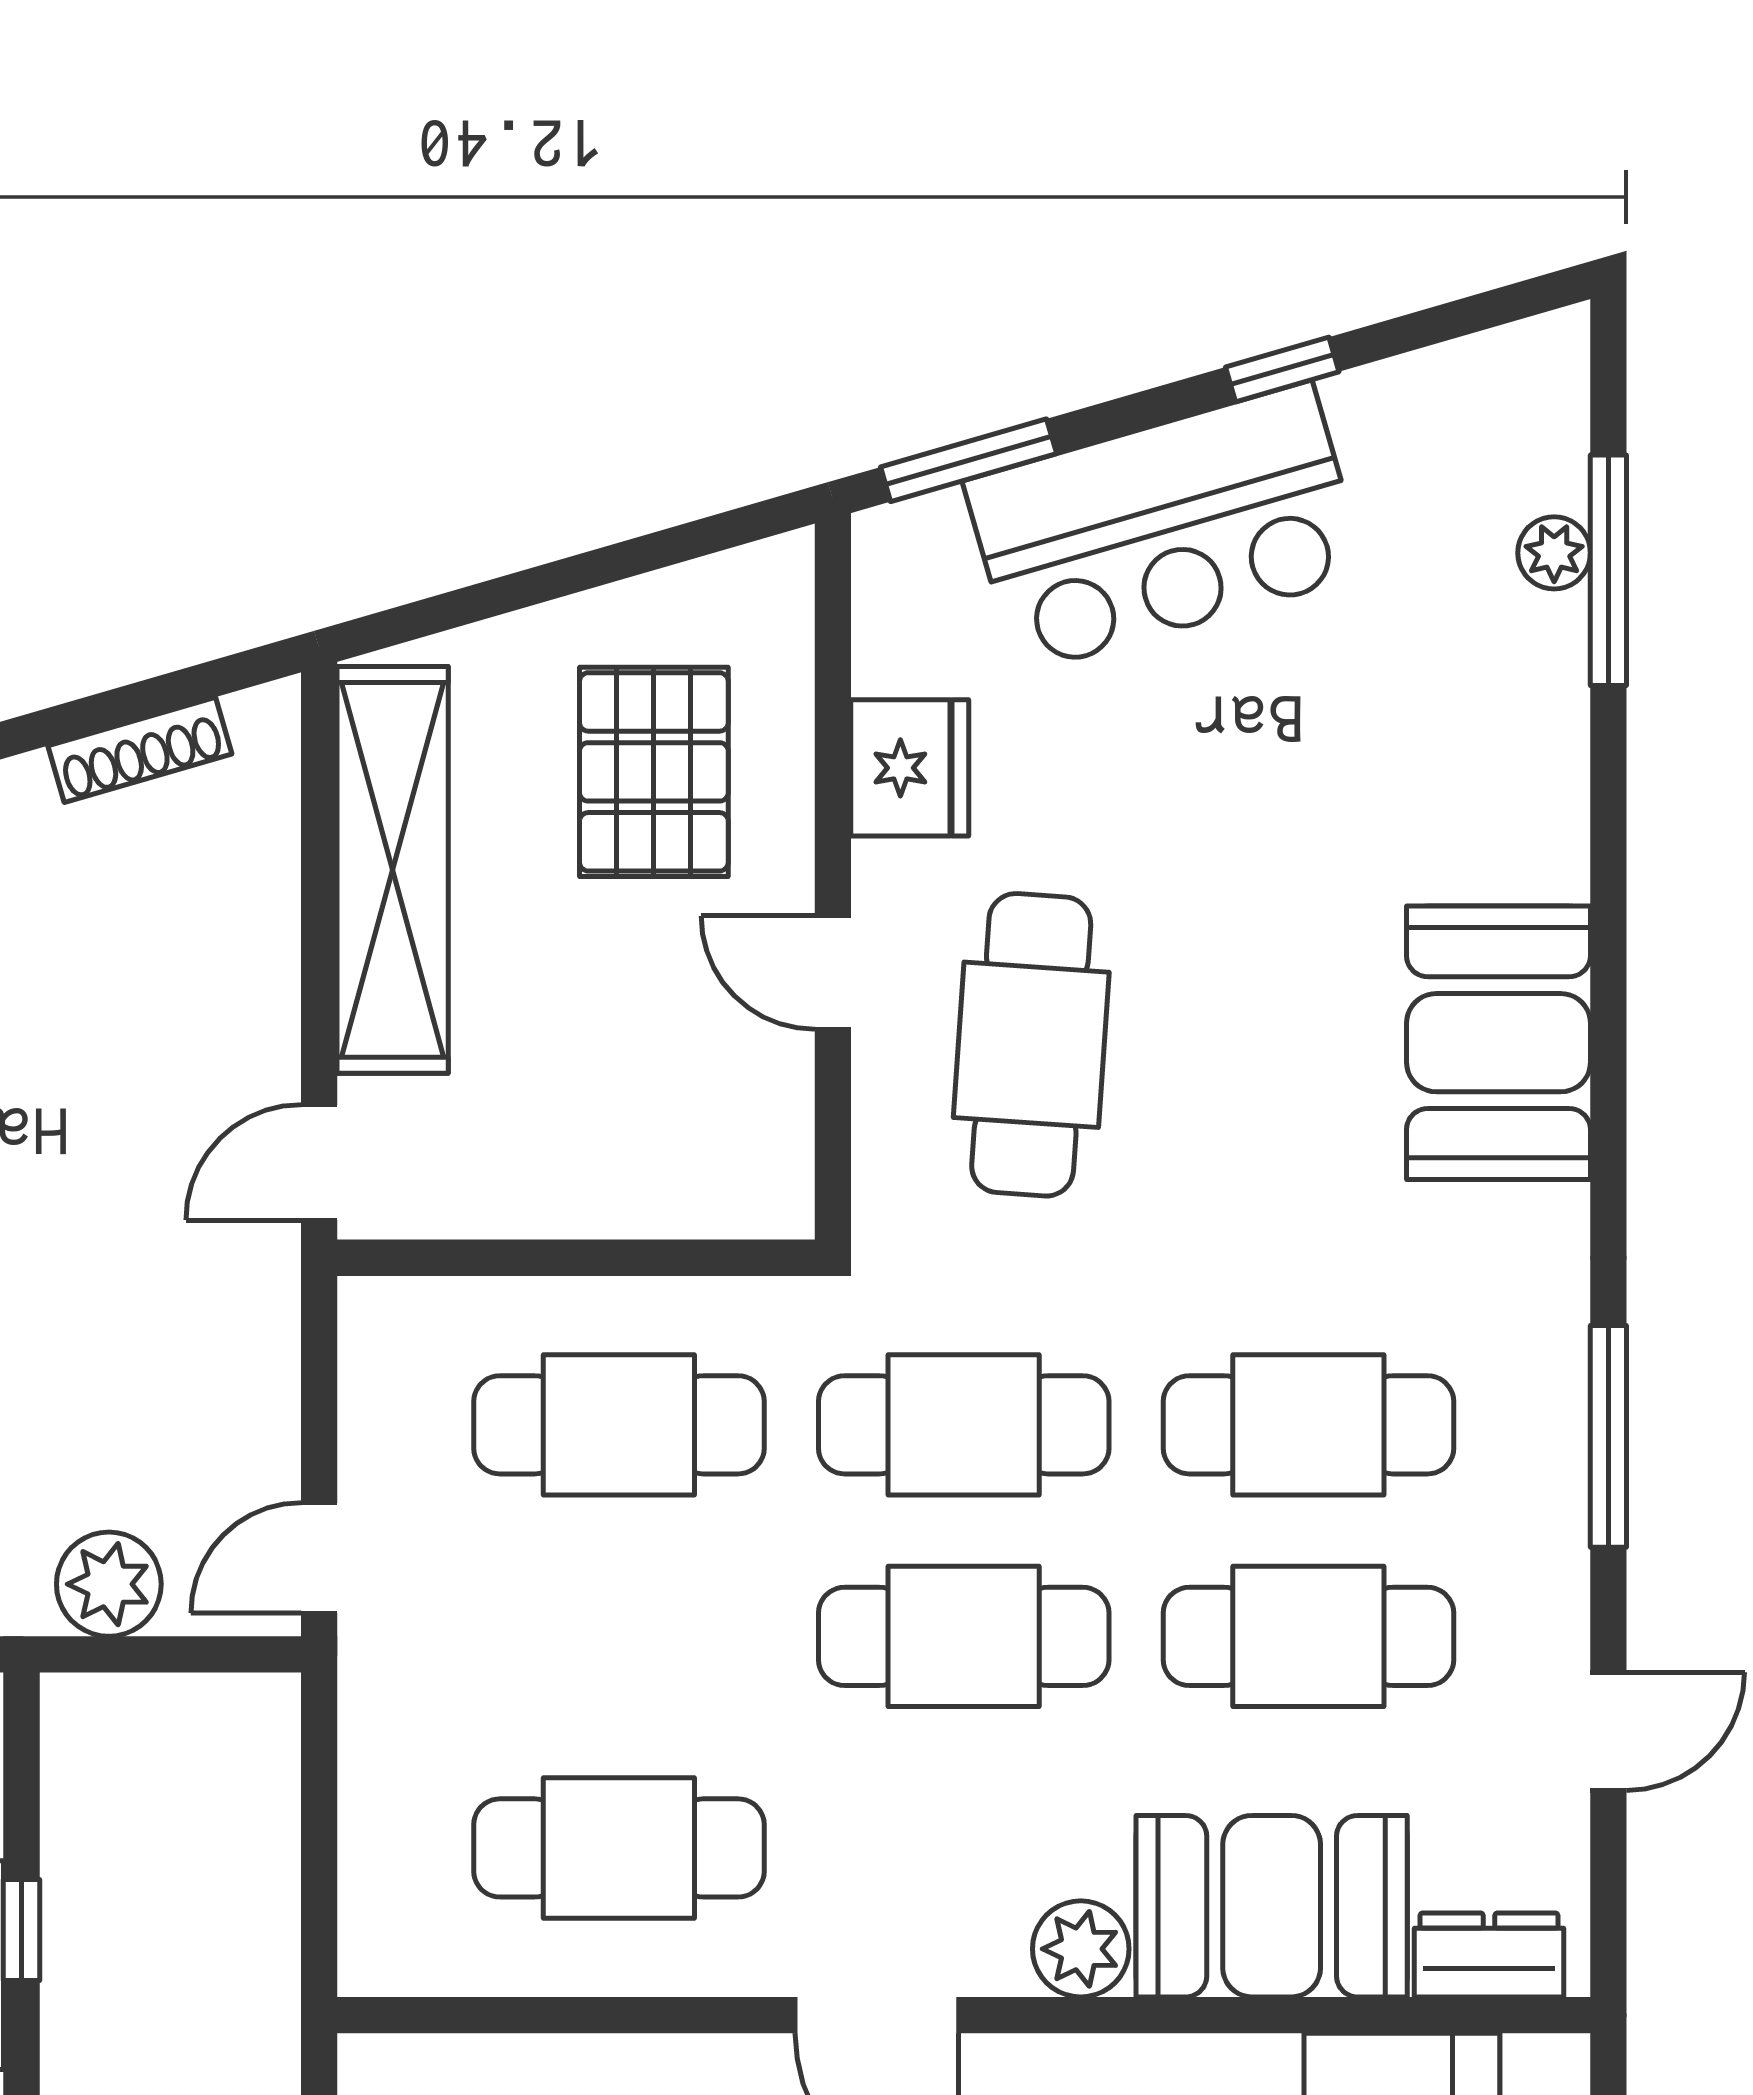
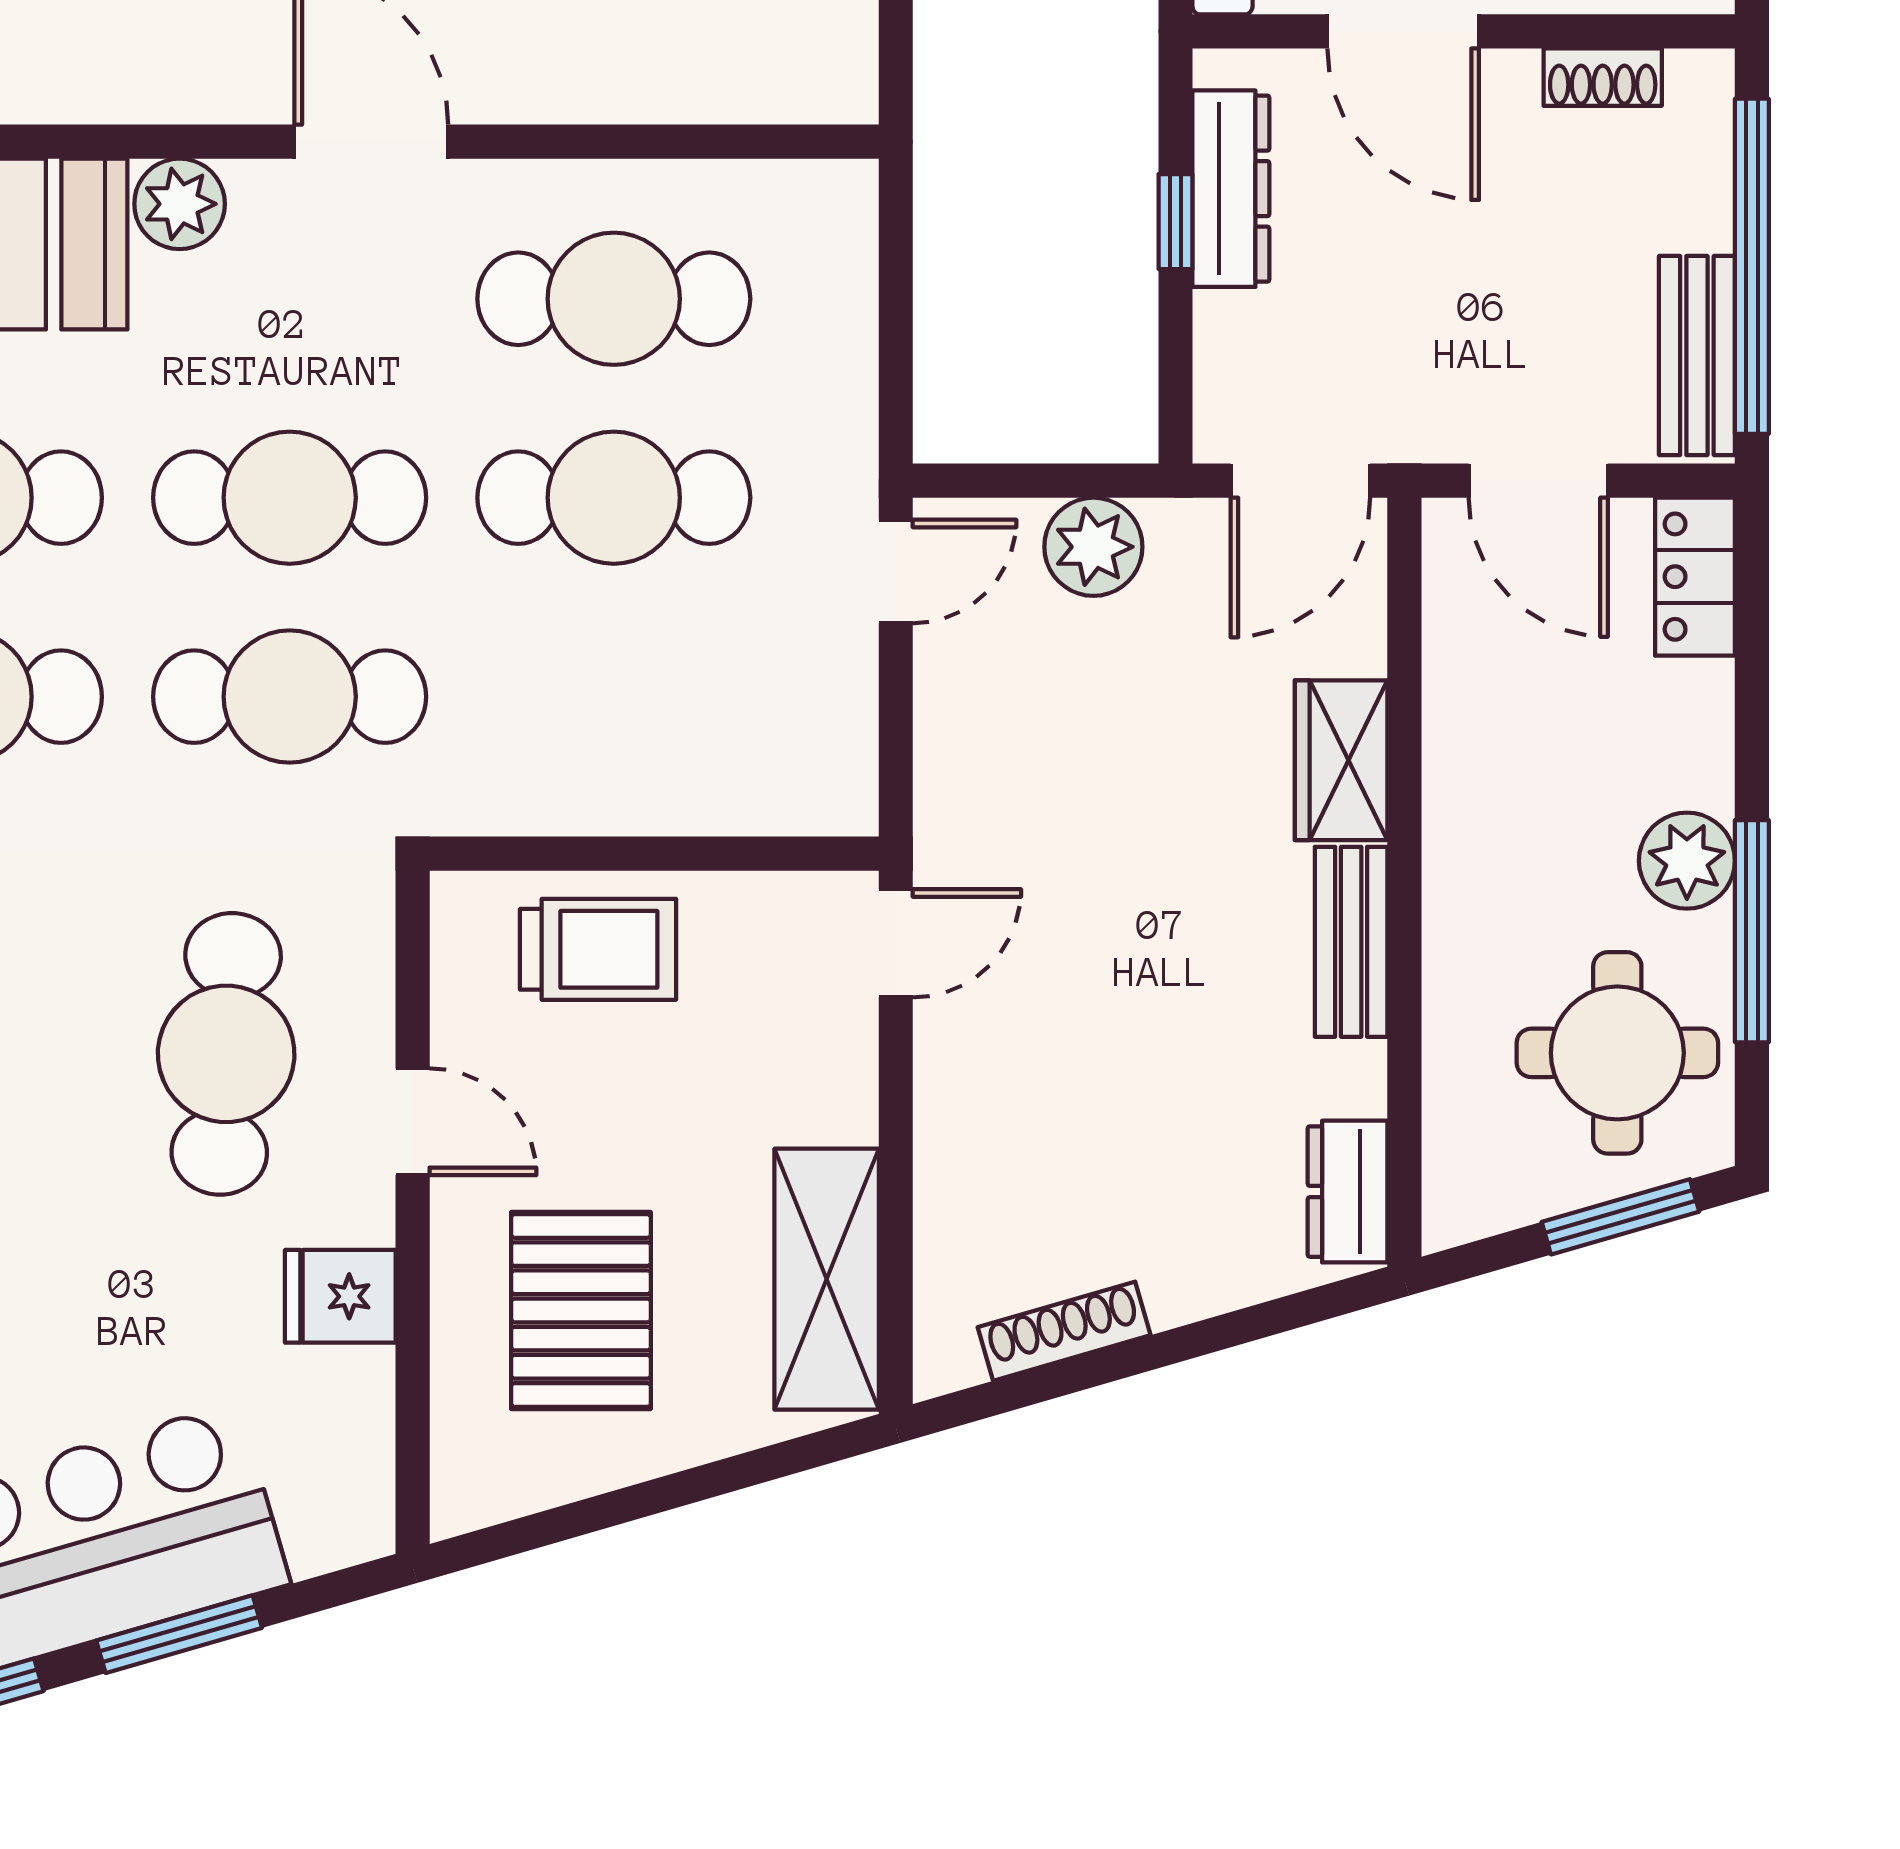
window: (969, 460) -> (179, 1634), moved
fridge: (910, 768) -> (340, 1296), width x0.72
shelving: (393, 870) -> (827, 1279), width x0.68
trolley: (636, 1156) -> (598, 949), added
cafe table: (619, 1425) -> (614, 498), moved

